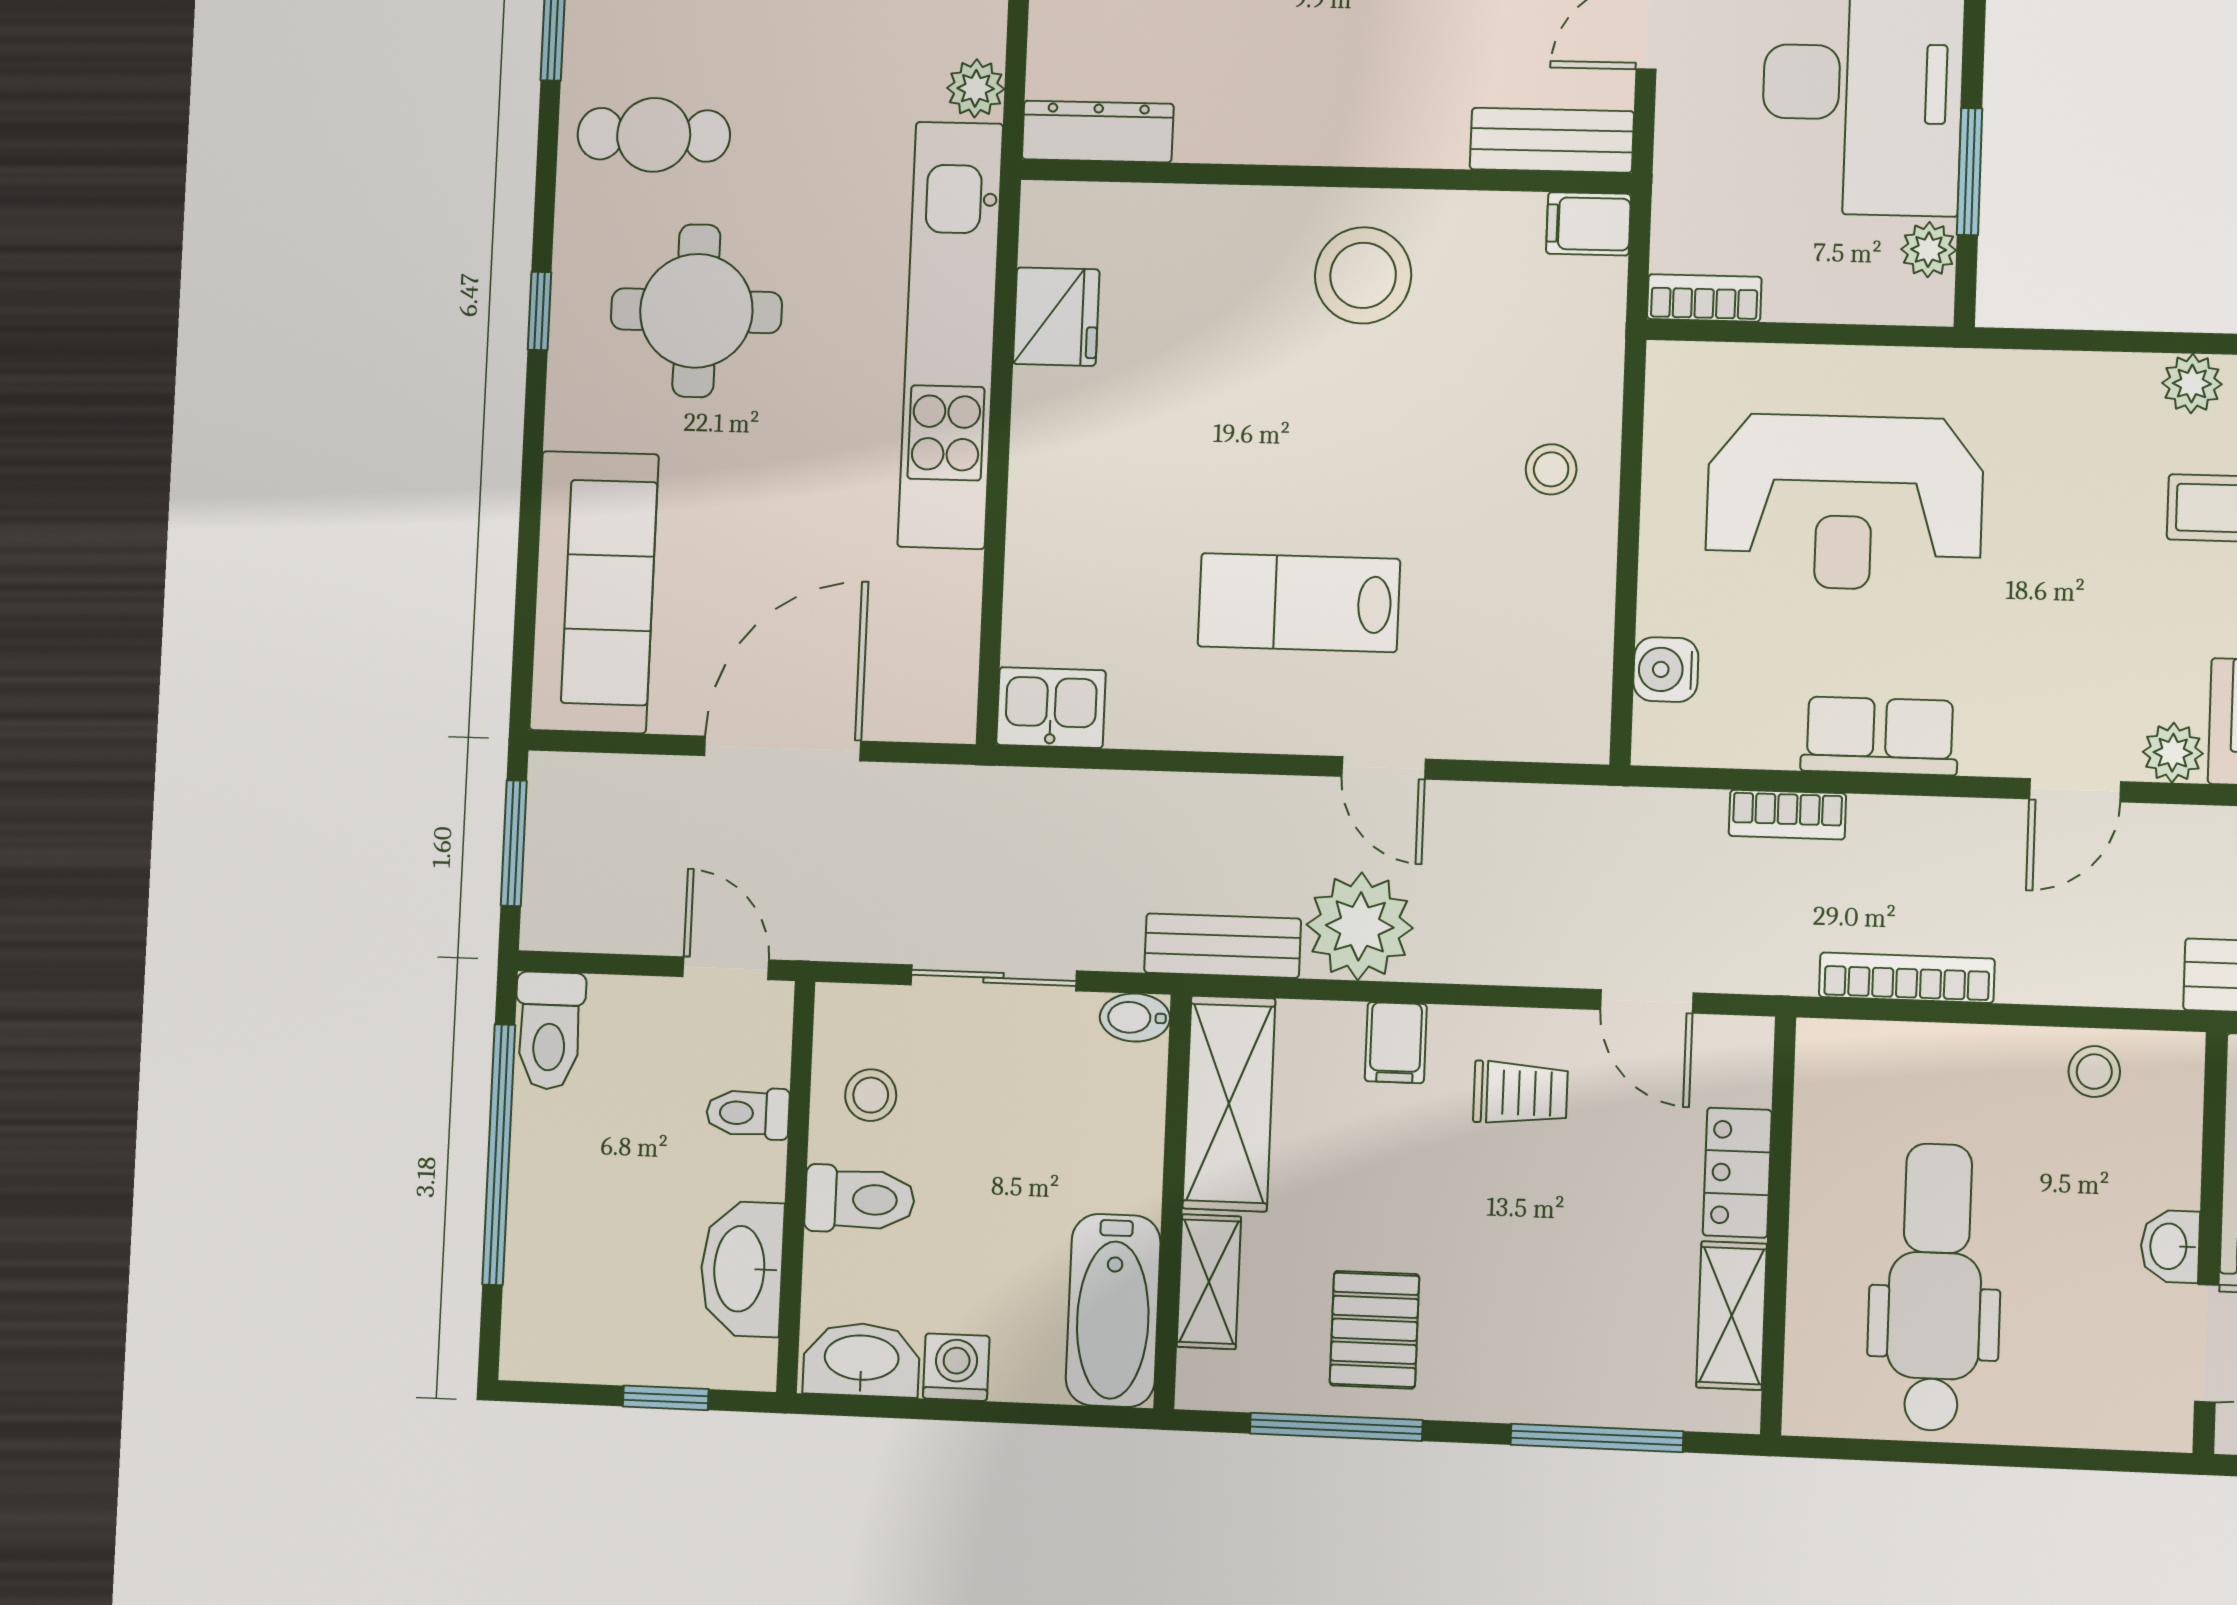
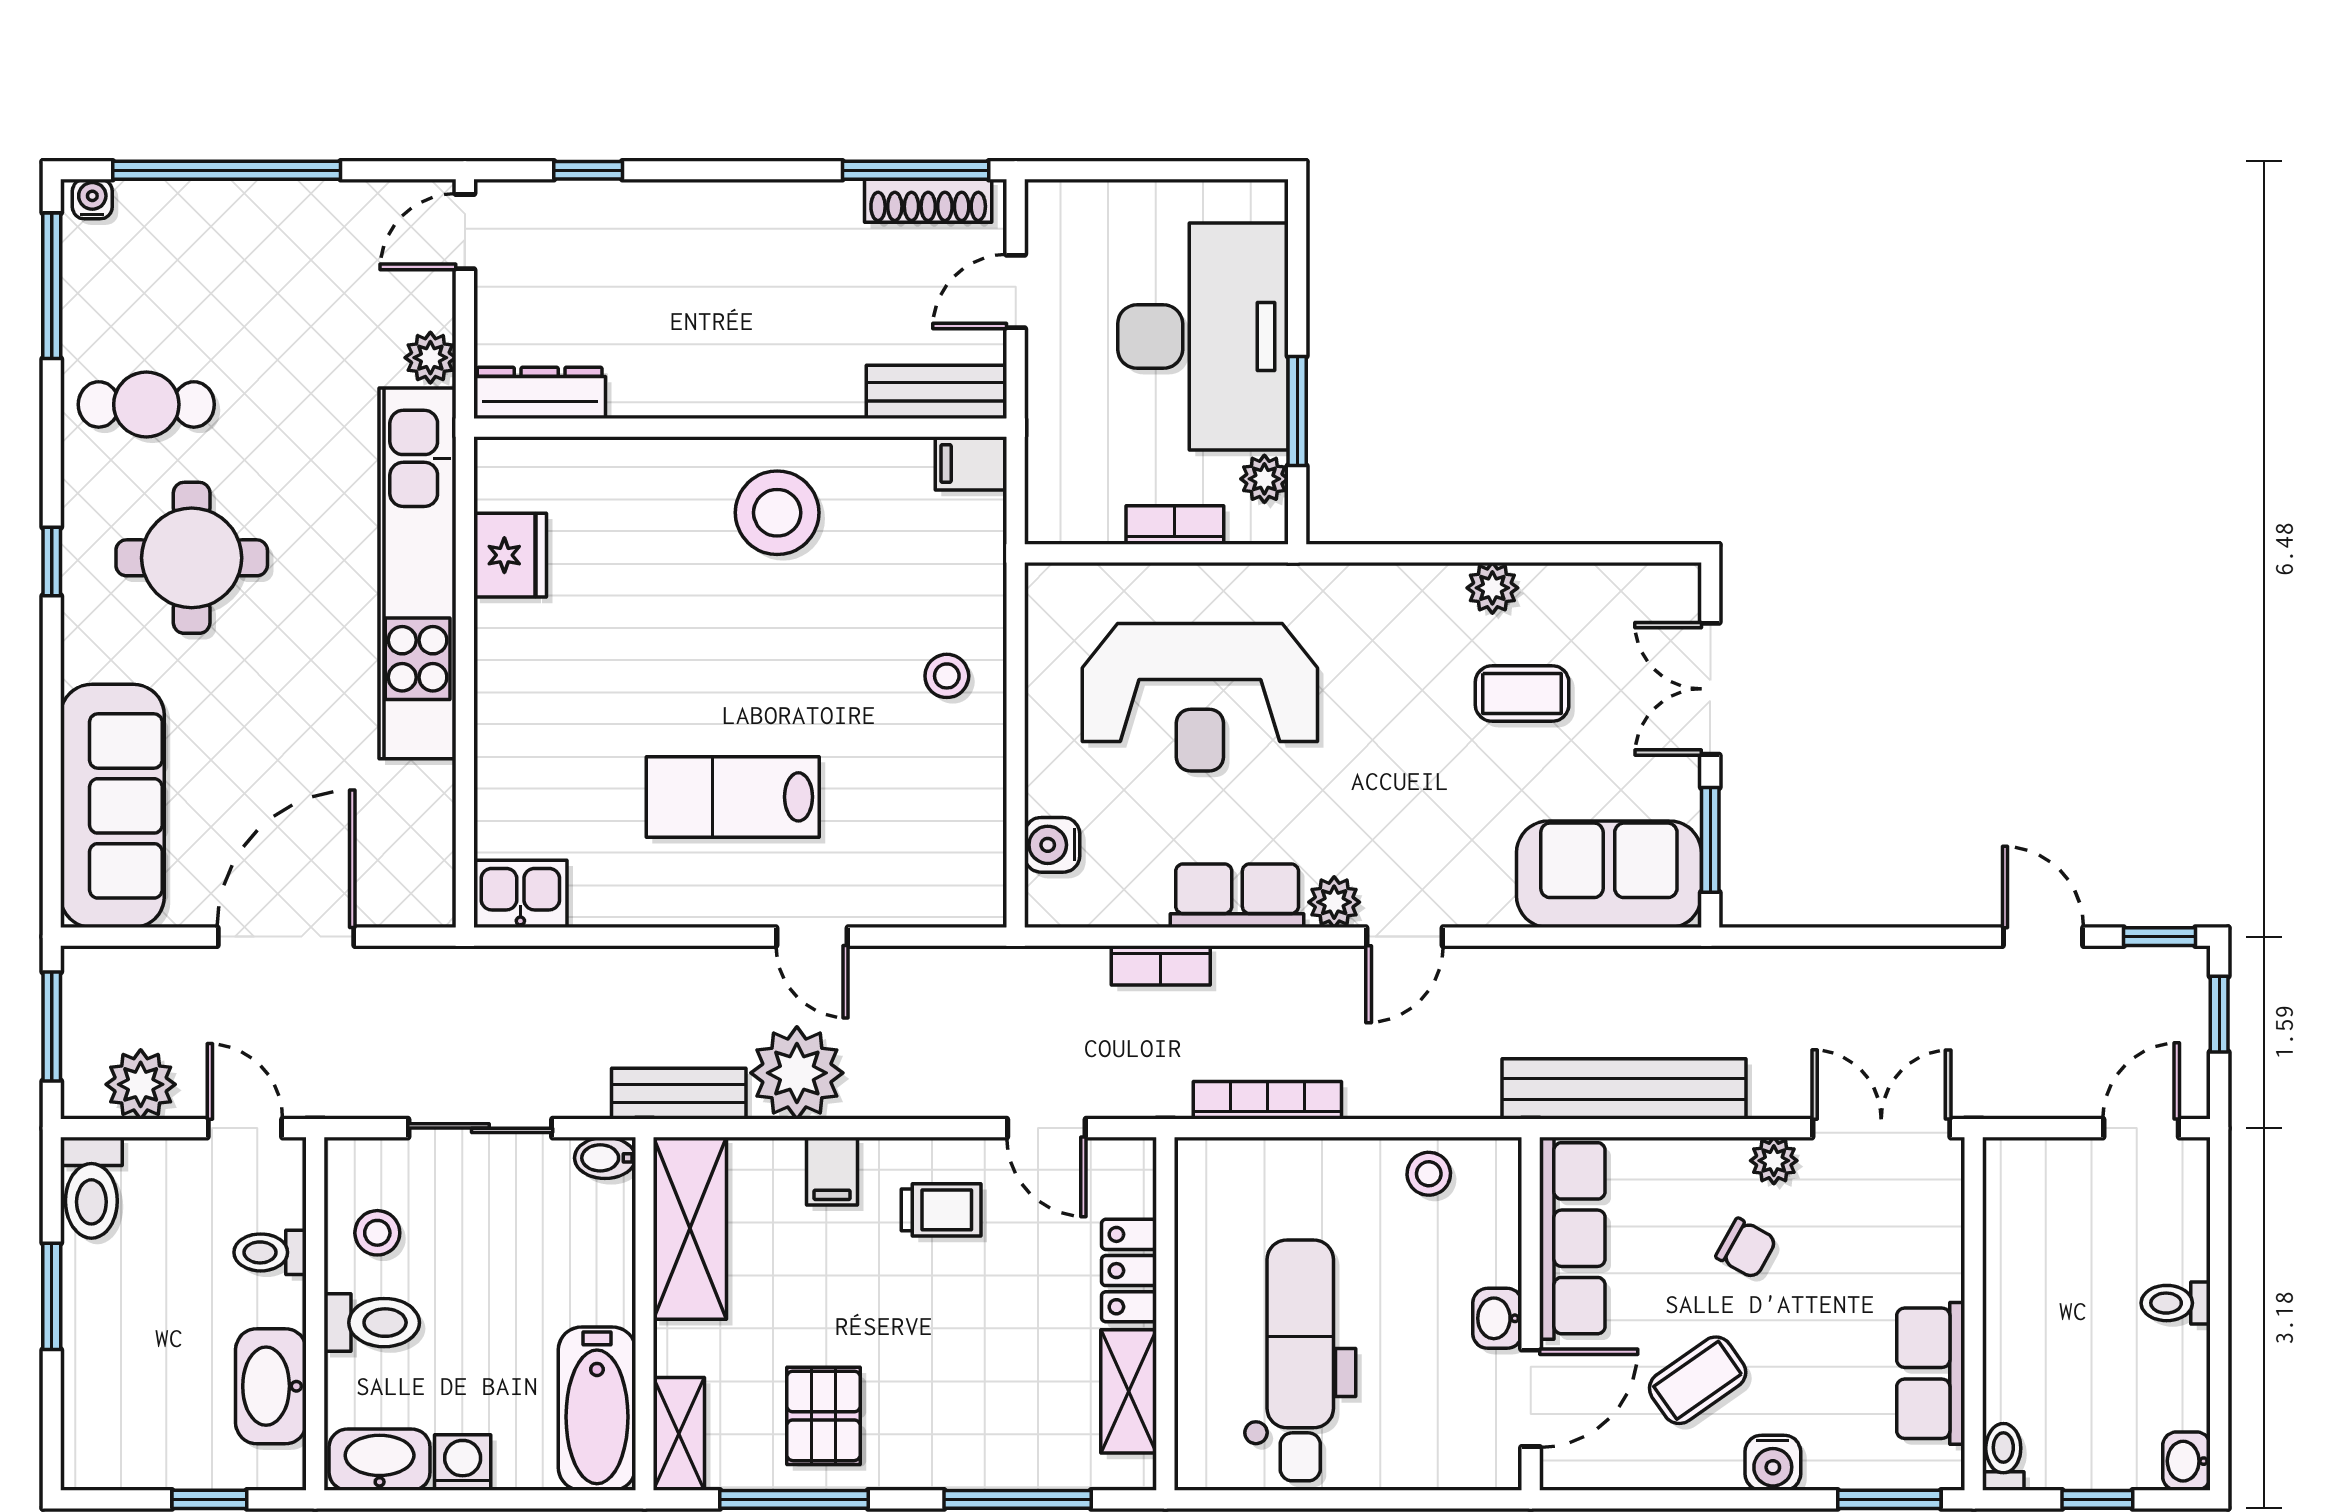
bookcase: (1704, 298) -> (1175, 525), moved
plant: (2173, 753) -> (1334, 902), moved
plant: (611, 913) -> (141, 1084), added
window: (499, 1155) -> (52, 1296), width x0.47
shelving: (1209, 1282) -> (679, 1434), moved

